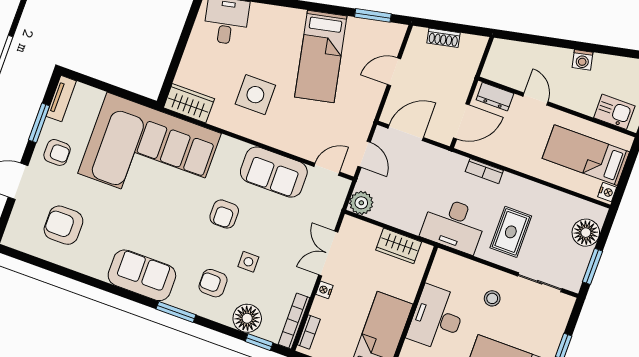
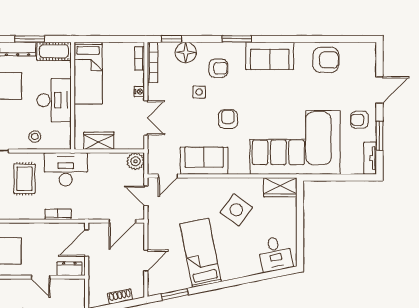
side table: (255, 95) -> (236, 210), turned 36
armchair: (63, 225) -> (326, 60), moved
stool: (492, 298) -> (35, 137), moved

